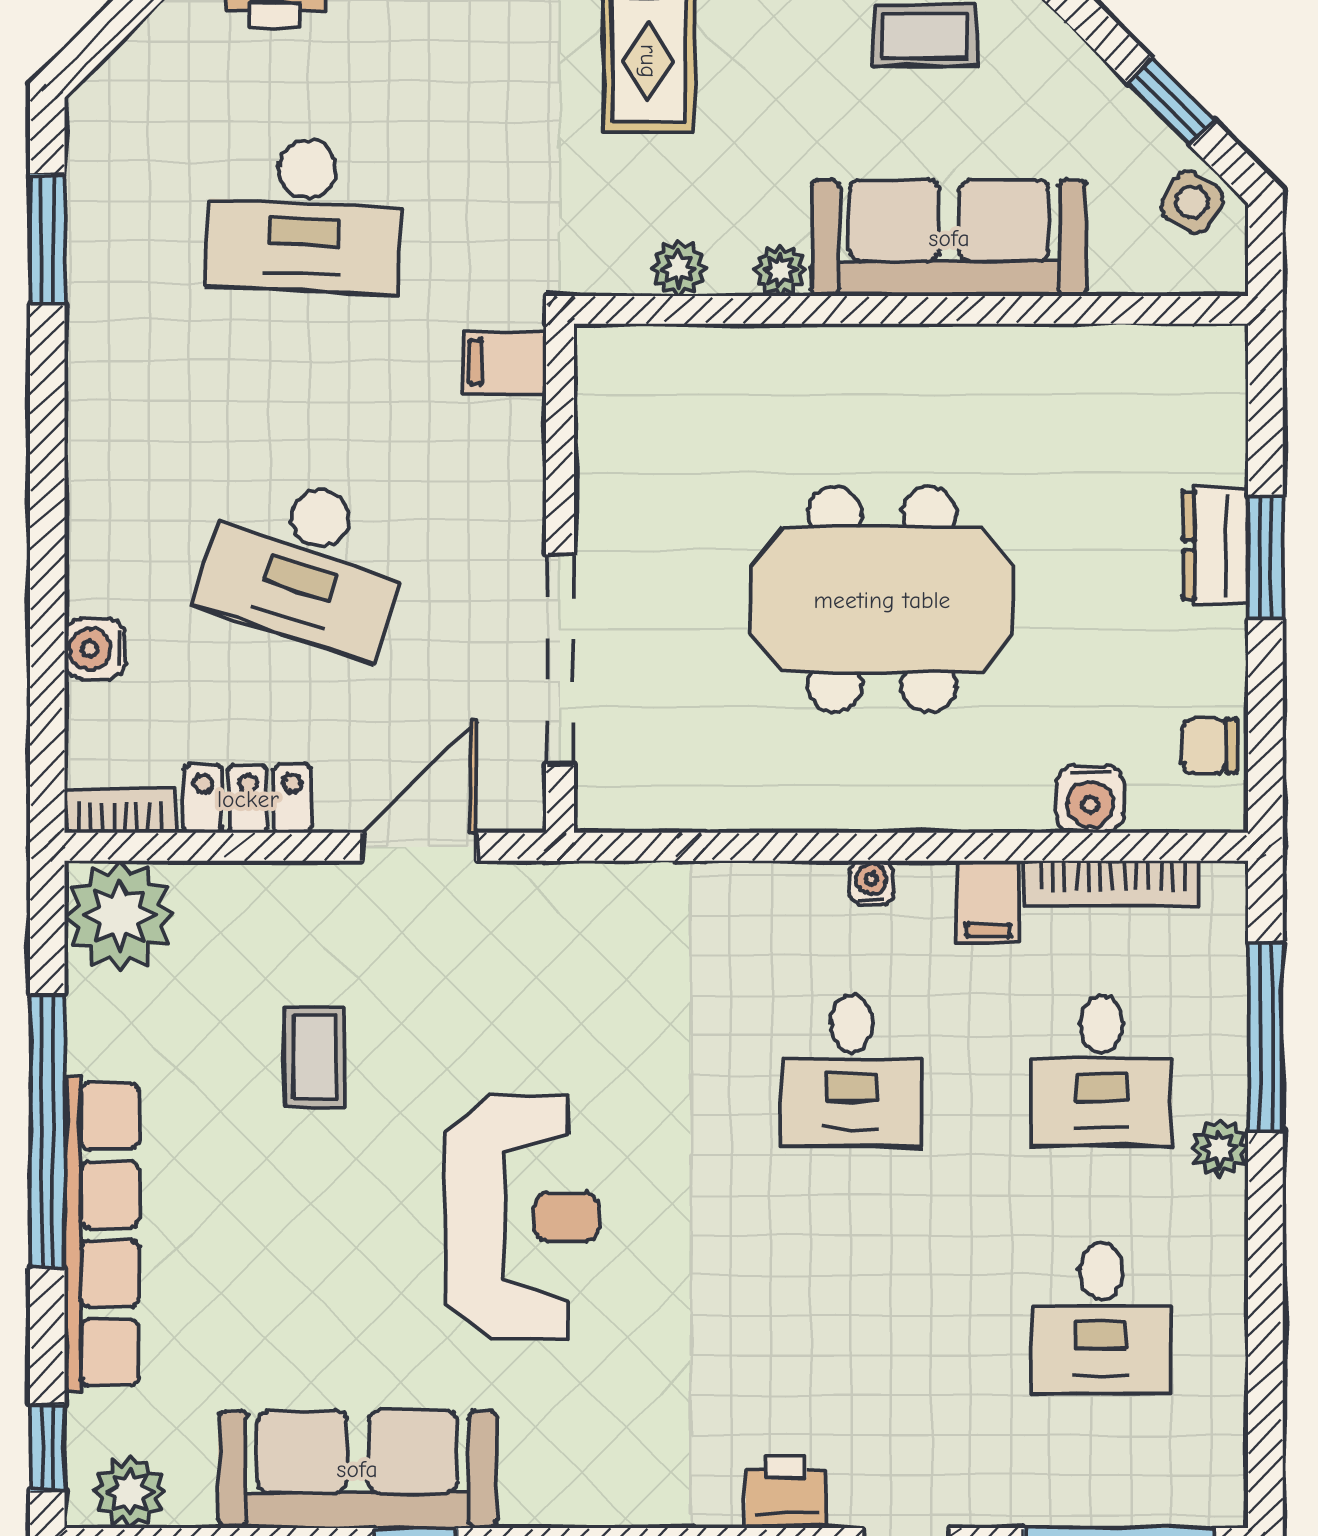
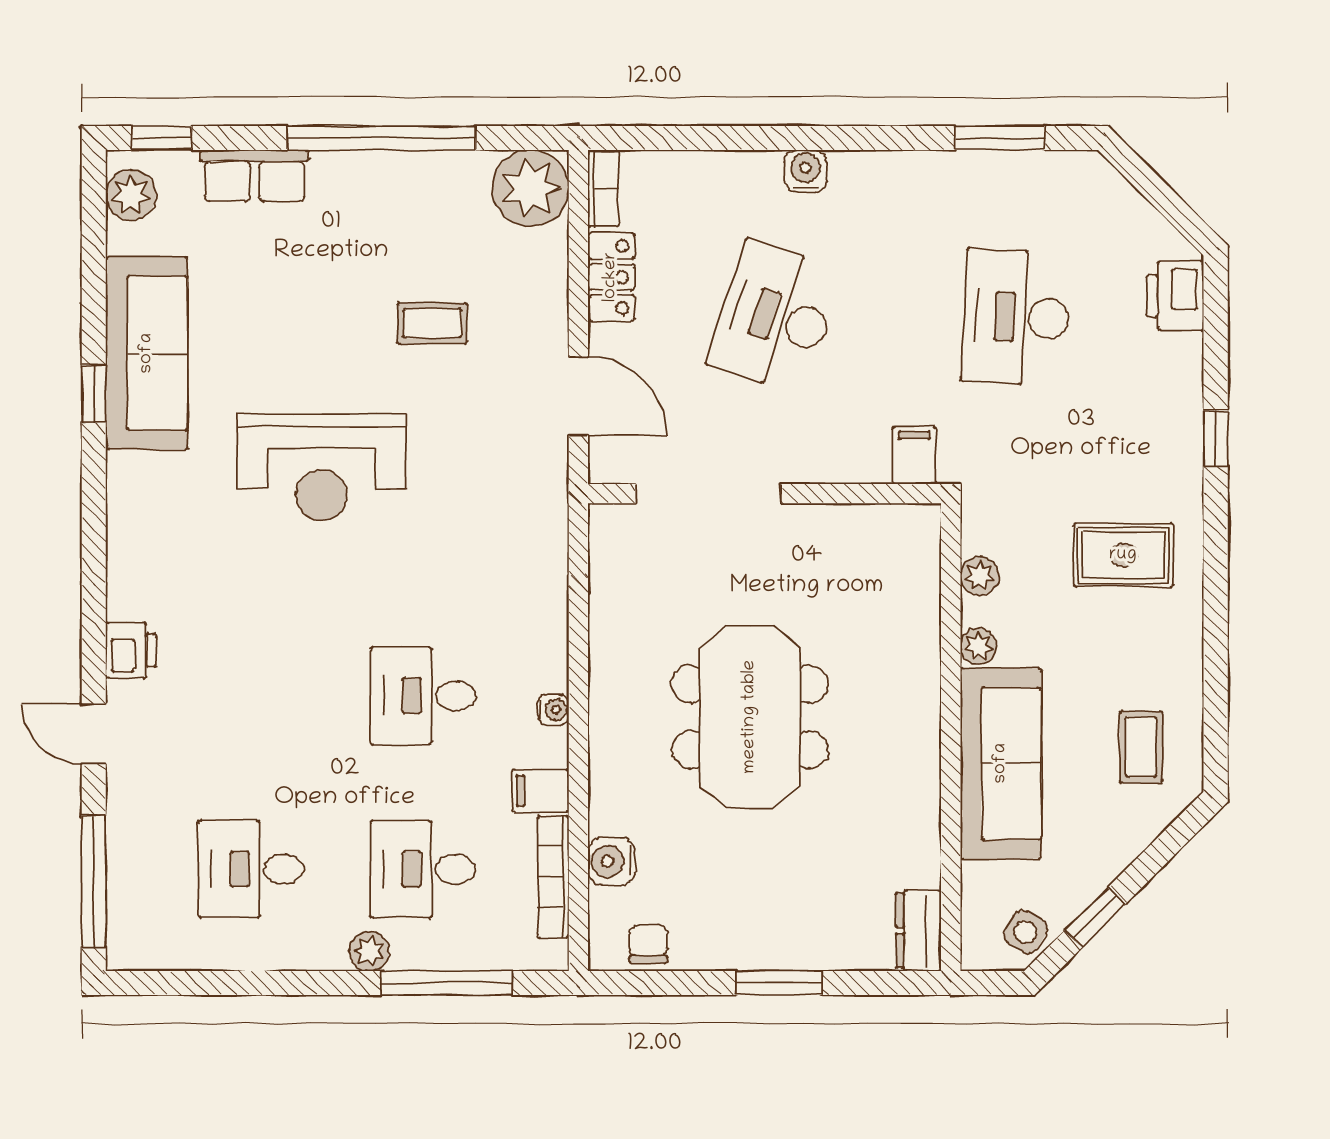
dresser: (1216, 545) -> (918, 931), moved, turned -90
water cooler: (95, 649) -> (805, 171), moved
row of seats: (102, 1234) -> (255, 176), width x0.50

